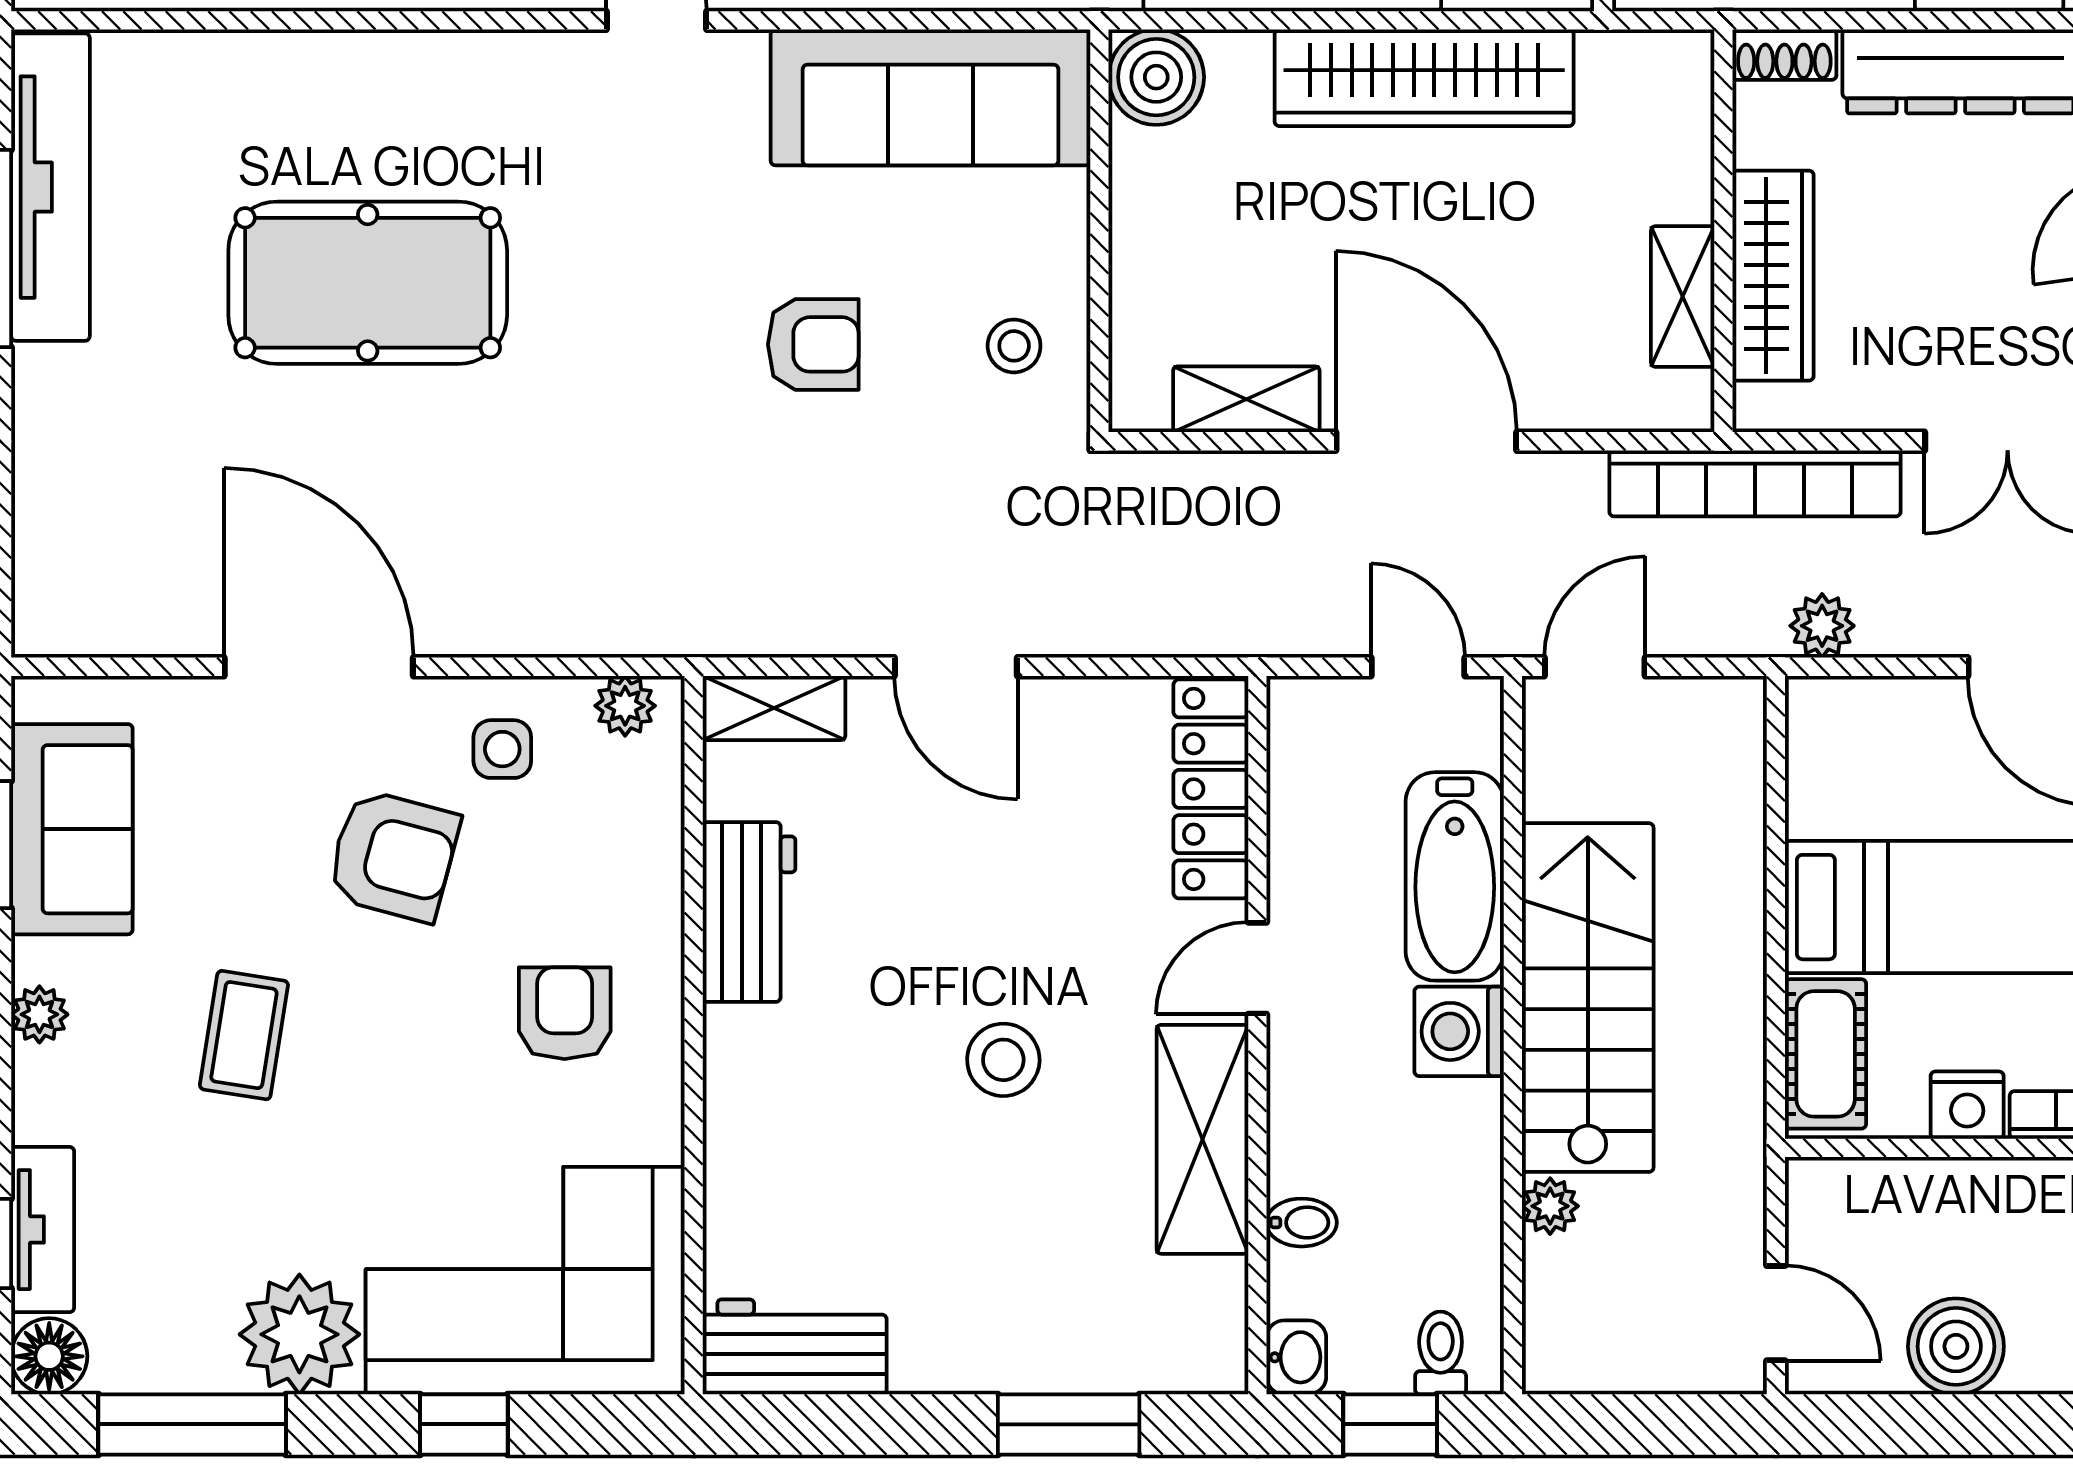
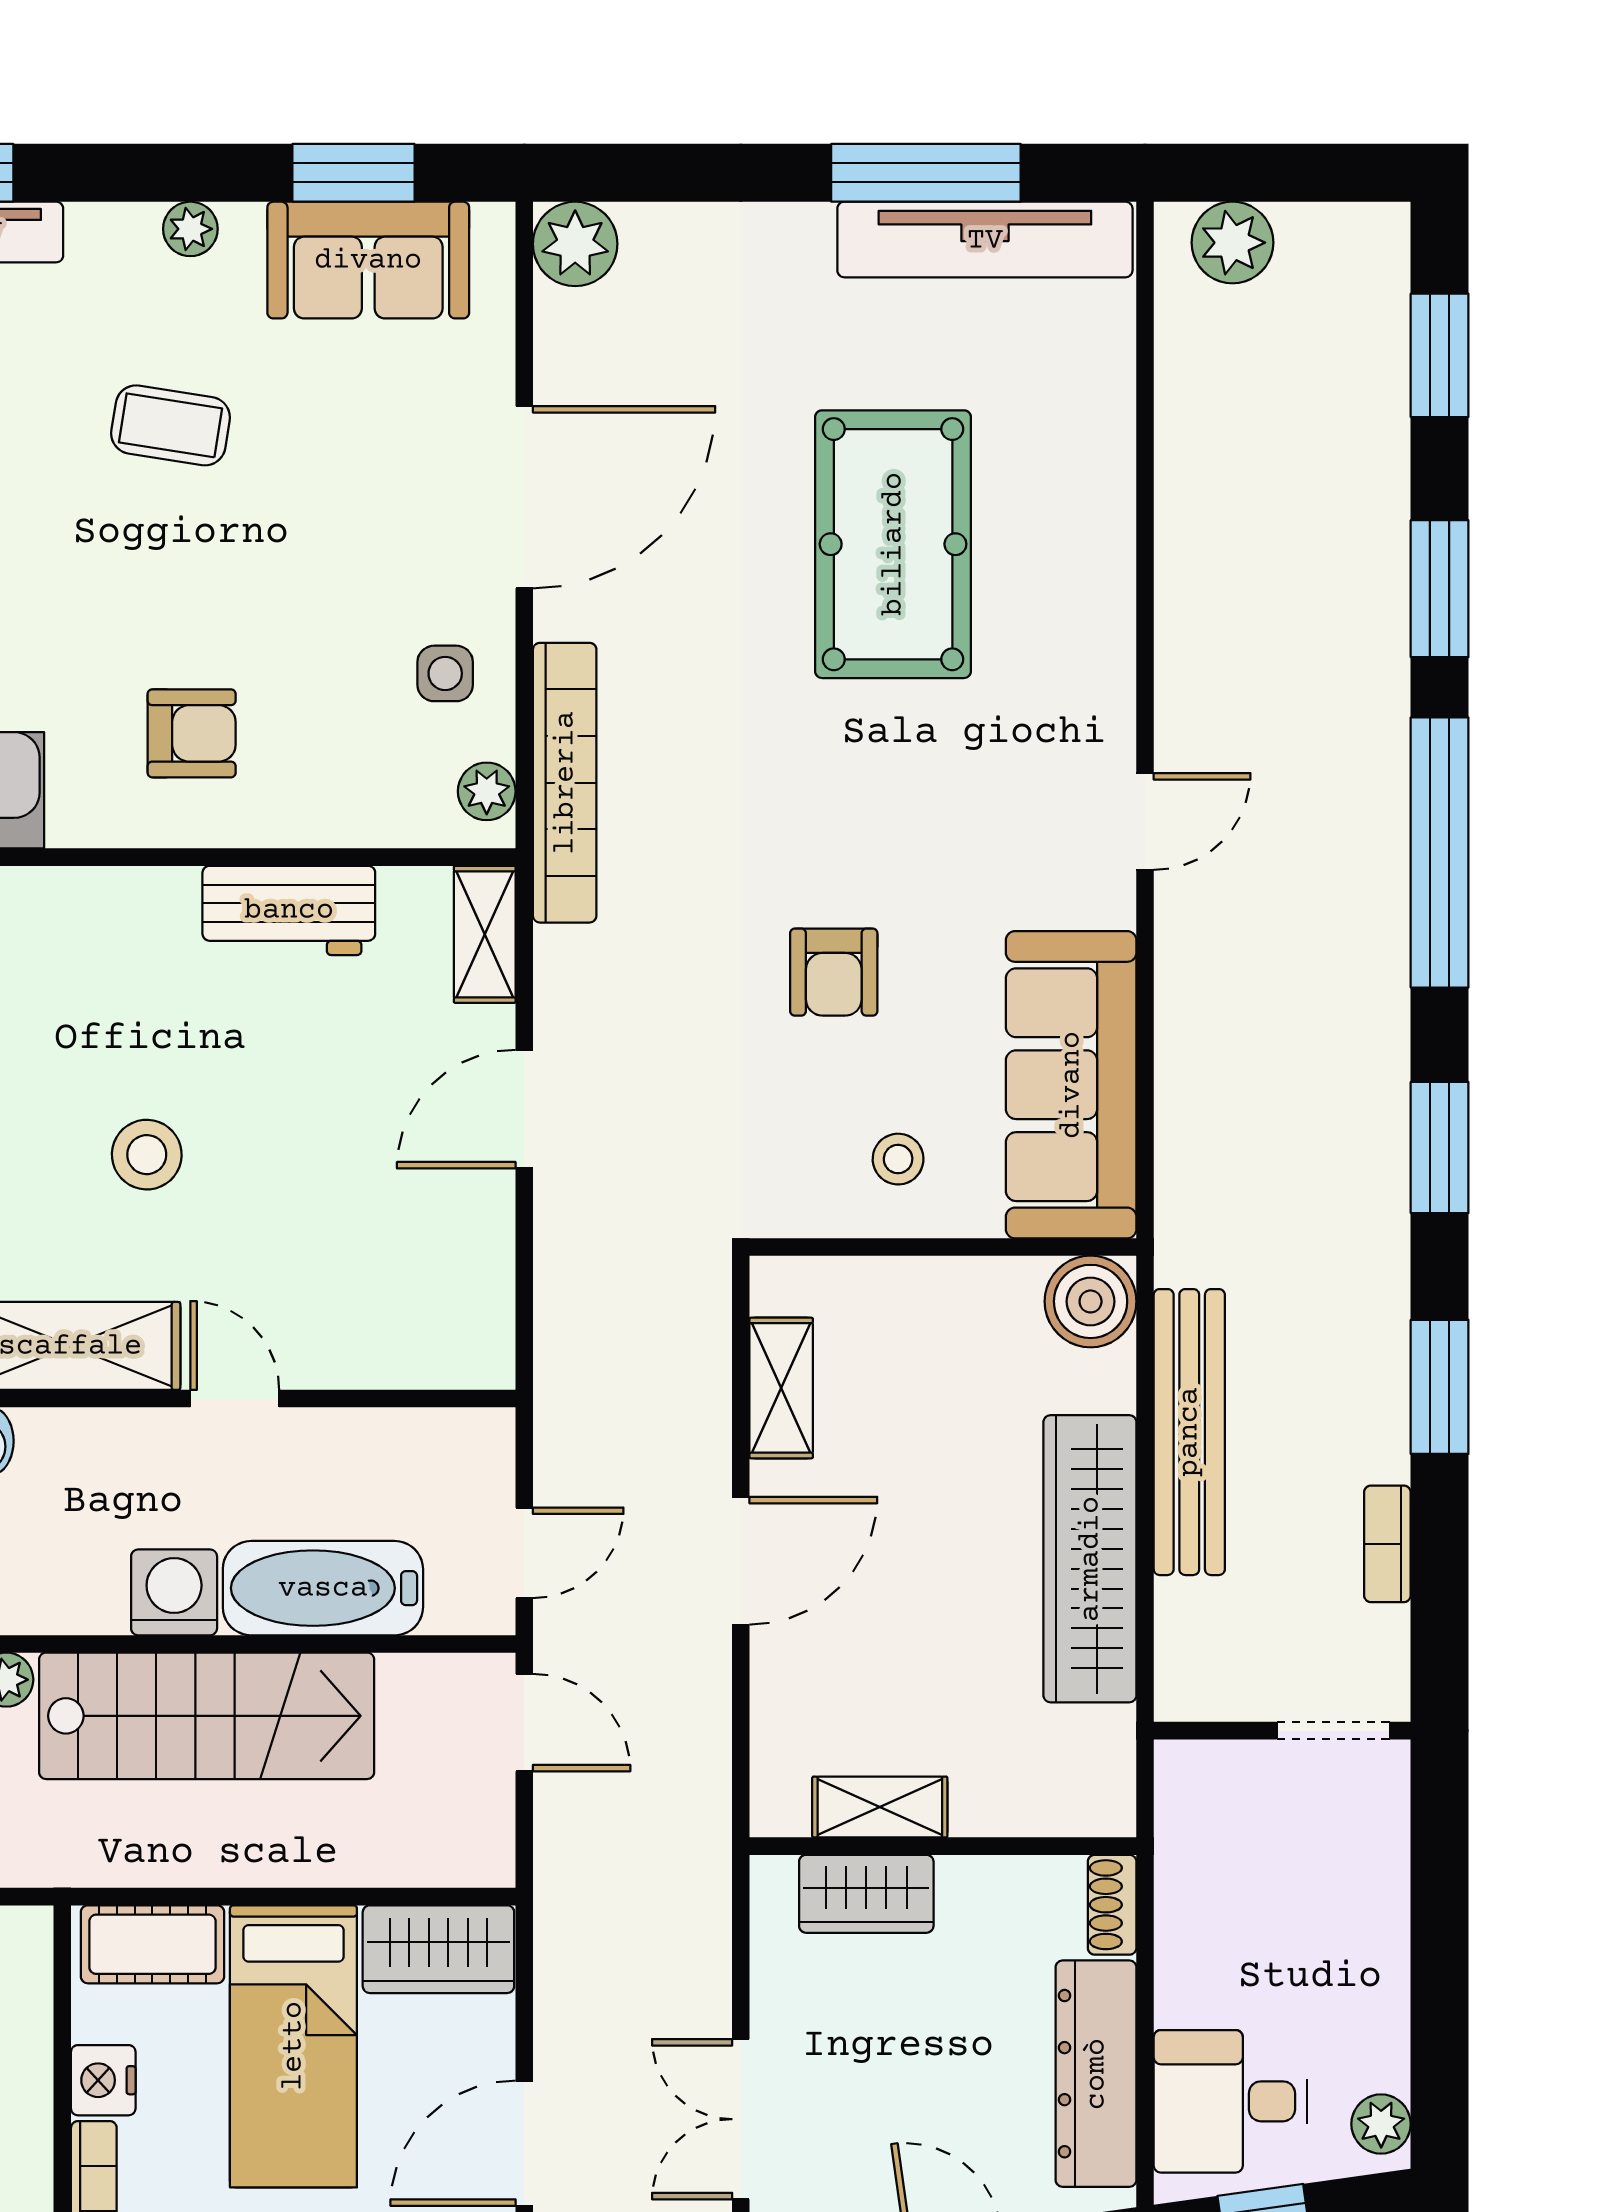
wardrobe: (1773, 276) -> (866, 1894), width x0.67
stool: (1014, 346) -> (898, 1159), moved
door: (1426, 441) -> (741, 1561), width x0.73
bookcase: (1755, 483) -> (565, 783), moved, turned 180
plant: (1822, 626) -> (575, 244), moved, width x1.38, depth x1.38
wardrobe: (1831, 756) -> (438, 1949), added
locker: (1211, 789) -> (407, 1354), removed
armchair: (393, 856) -> (343, 569), removed

